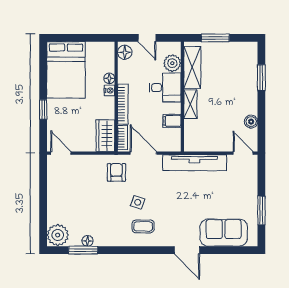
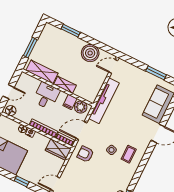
plant: (172, 63) -> (81, 107), moved
boiler: (251, 122) -> (90, 53), width x1.86, depth x1.86

